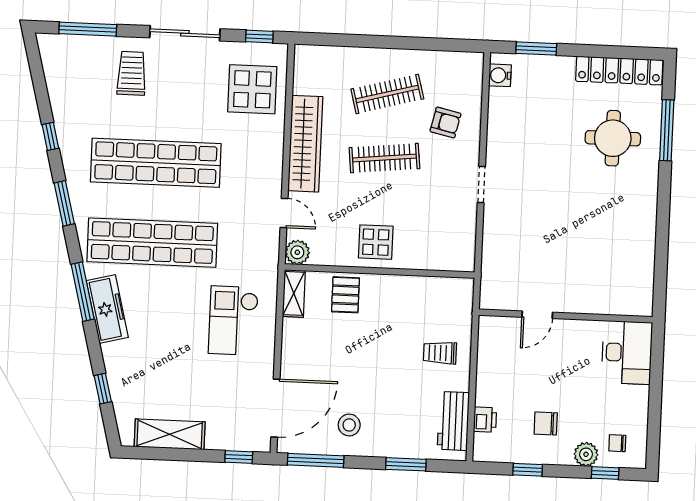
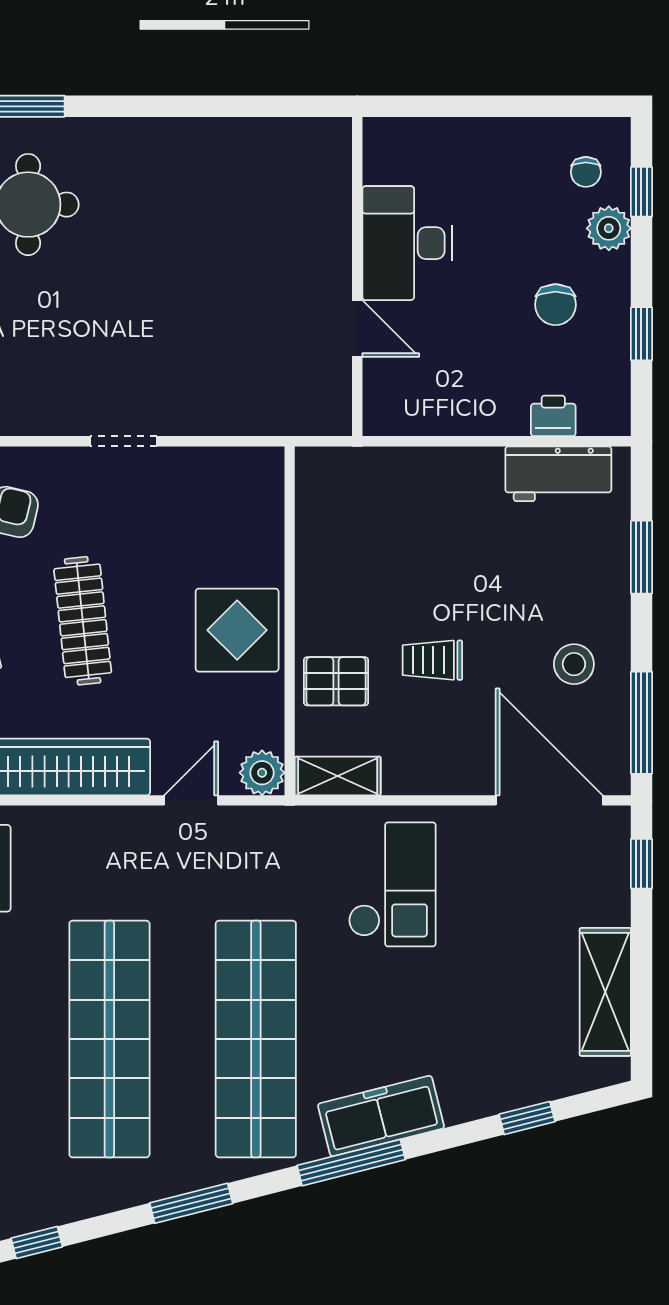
window: (50, 136) -> (37, 1242), moved
display table: (376, 242) -> (237, 630), width x1.36, depth x1.36
checkout: (233, 321) -> (392, 884), turned -90
trolley: (440, 353) -> (432, 660), moved, turned 90
desk: (627, 353) -> (407, 243), moved, turned -90

